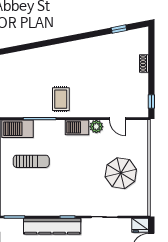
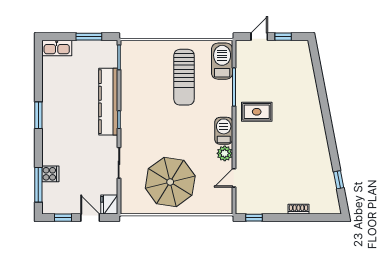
sun lounger: (31, 161) -> (184, 77), width x1.36, depth x1.34
parasol: (121, 173) -> (170, 182), width x1.36, depth x1.36

